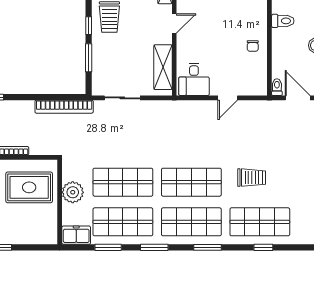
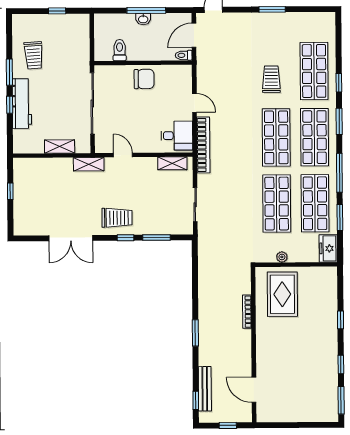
chair: (253, 46) -> (144, 79), width x1.87, depth x1.87
shelving: (163, 67) -> (172, 163), width x0.67, depth x0.75
bookcase: (64, 107) -> (203, 145), moved
plant: (73, 192) -> (282, 257), width x0.53, depth x0.53
window: (154, 247) -> (339, 173), width x1.44
window: (263, 247) -> (339, 83), moved

